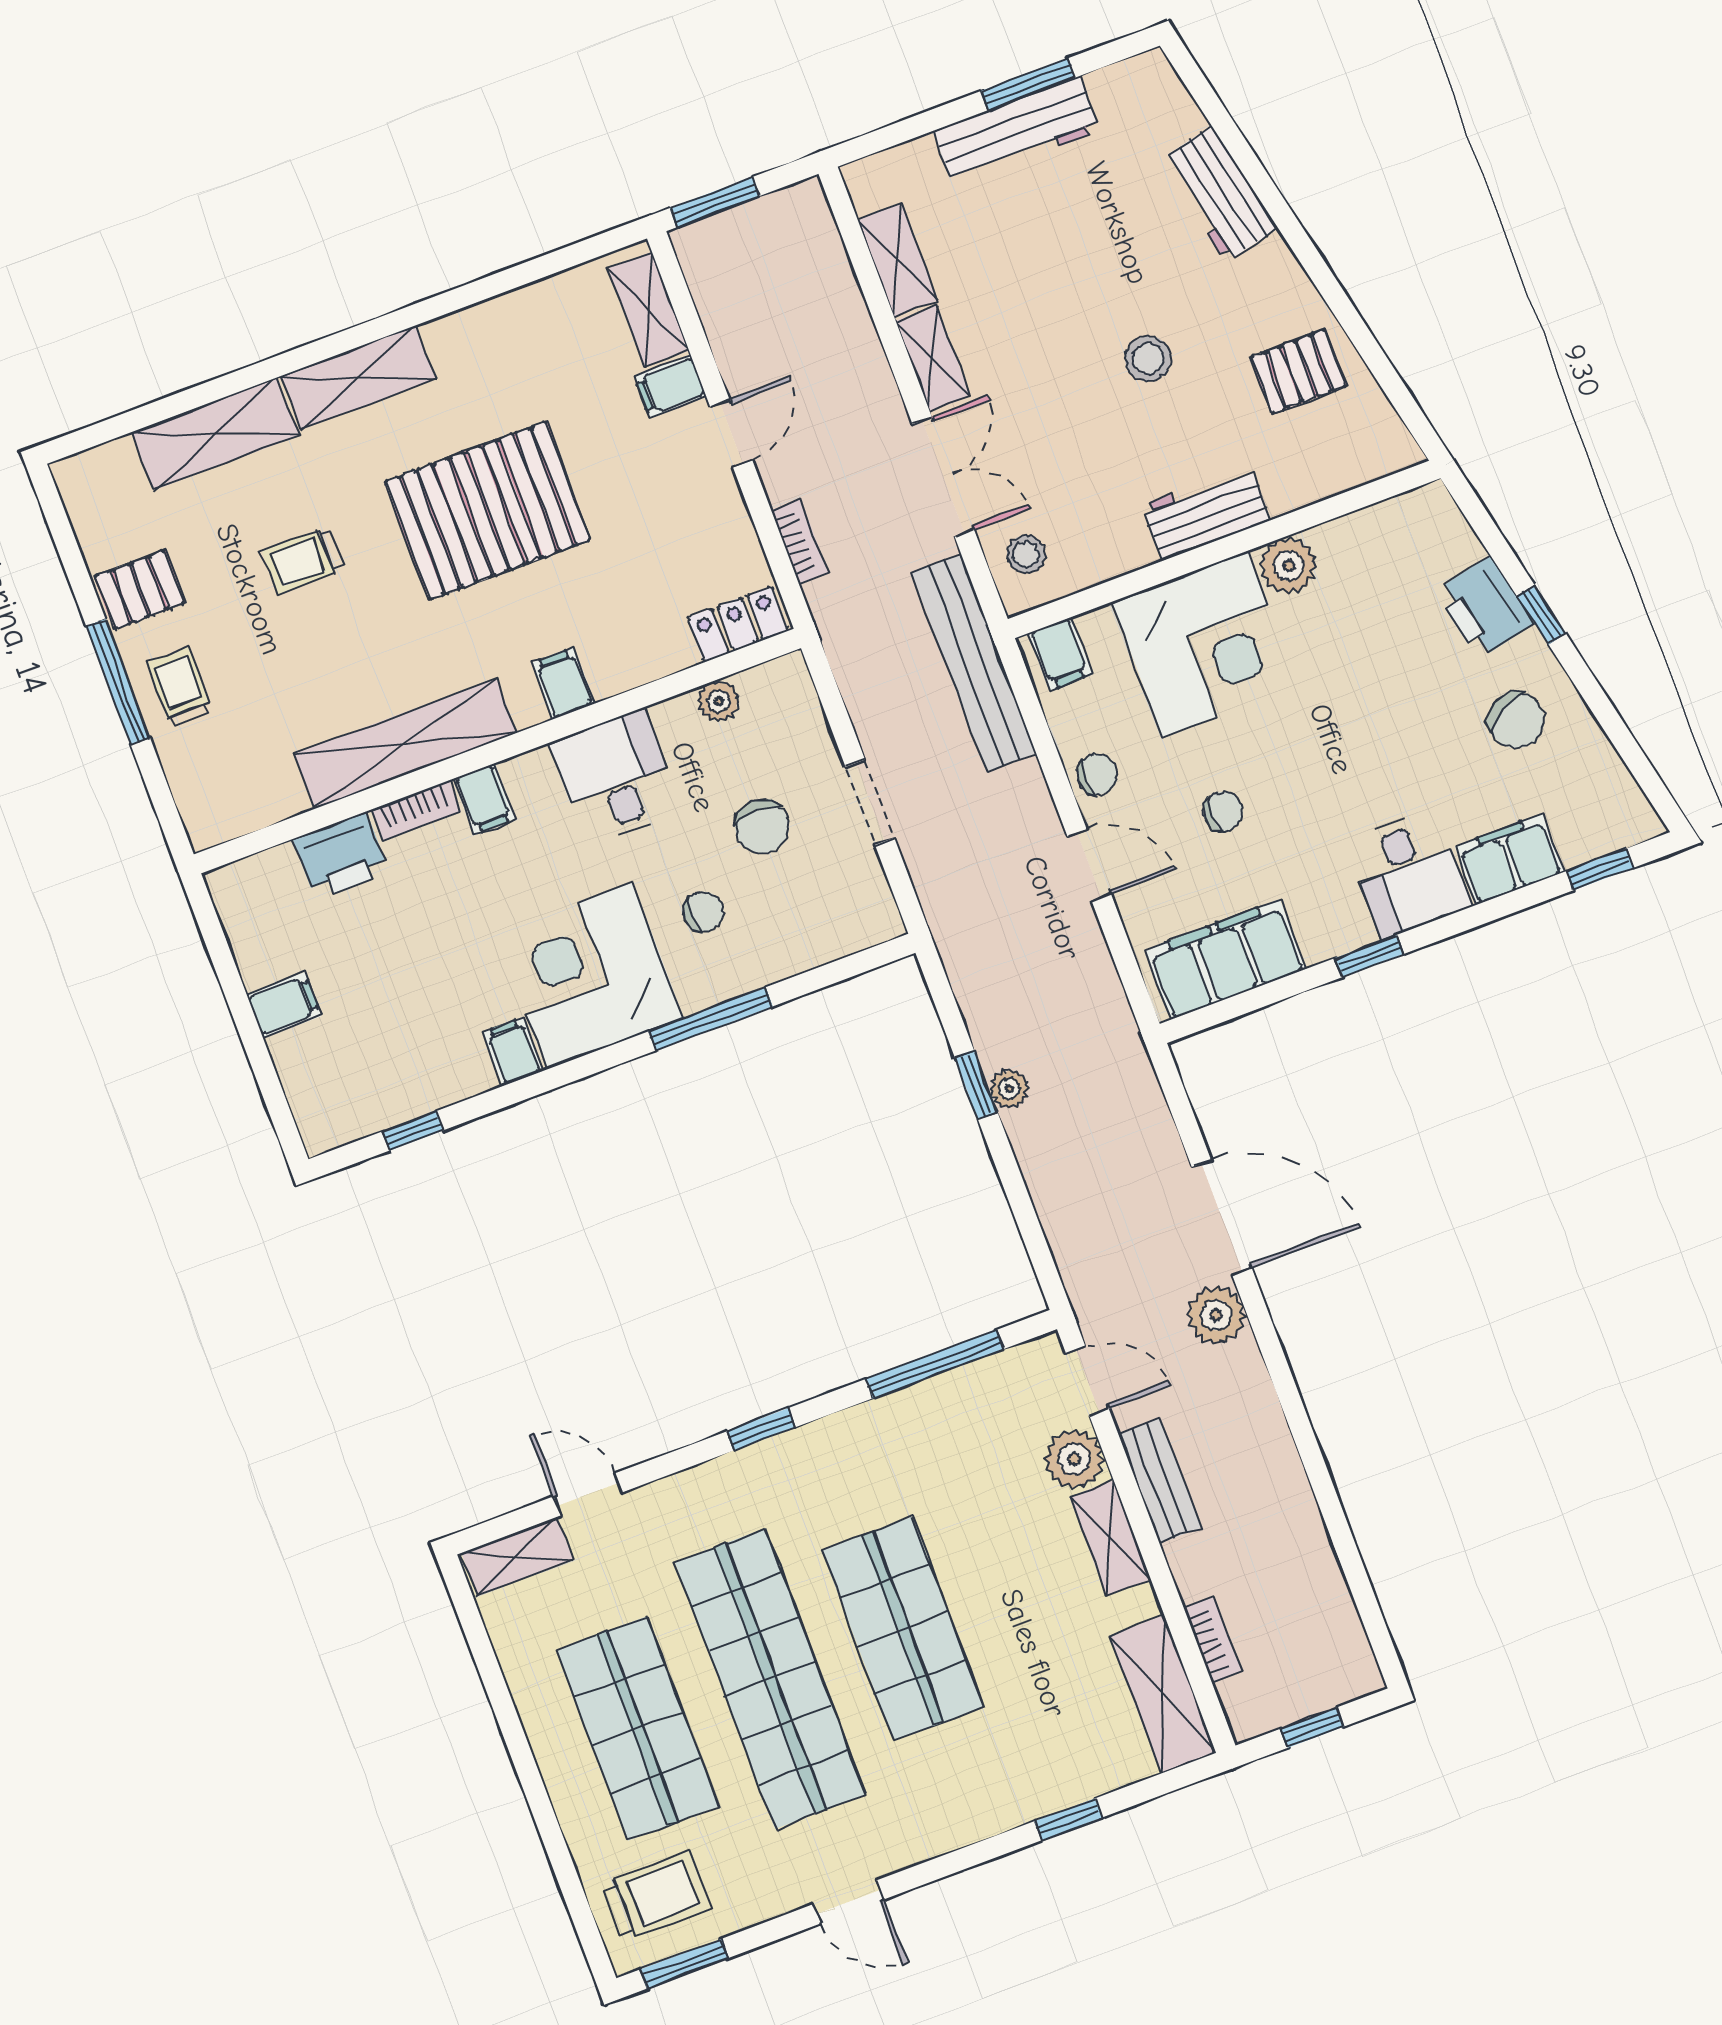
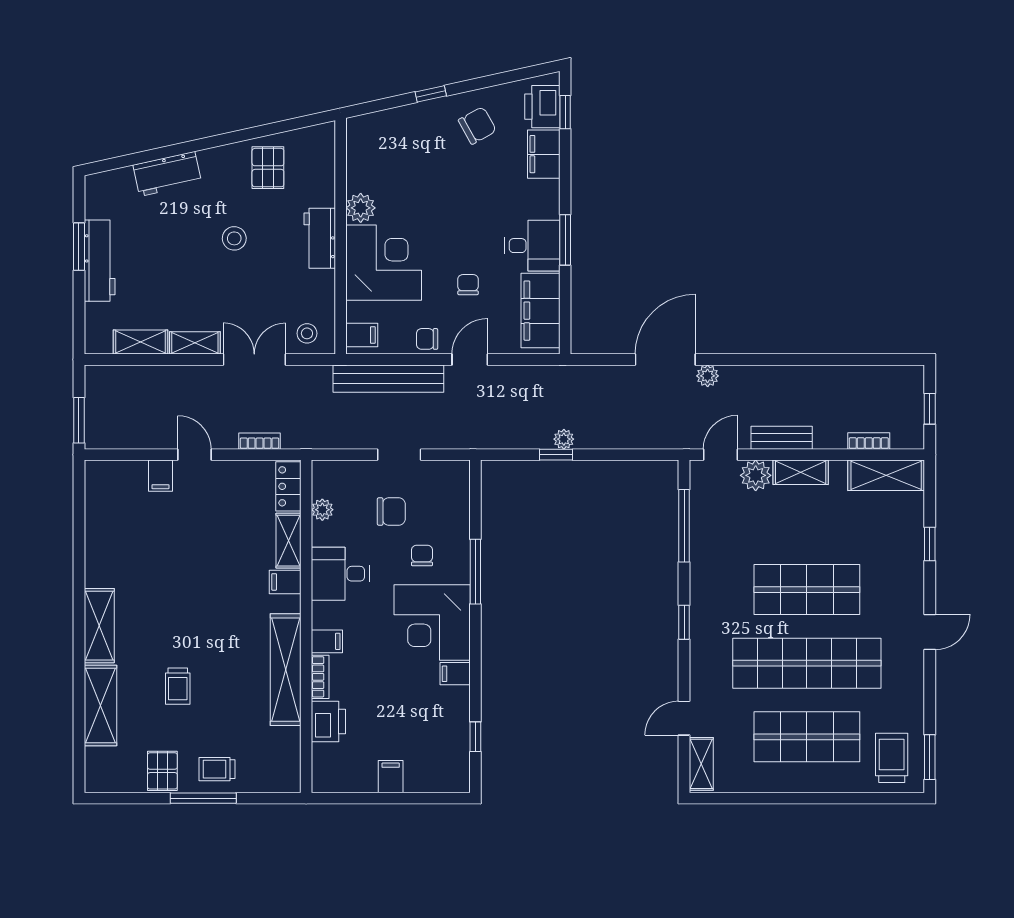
shelving: (648, 309) -> (289, 541), moved, turned 90
pallet: (487, 511) -> (188, 587), removed
printer: (1484, 607) -> (542, 107), moved, turned 102
bench: (974, 663) -> (388, 379), moved
chair: (1097, 774) -> (427, 339), turned -90
desk: (1409, 874) -> (532, 246), moved
window: (1369, 956) -> (565, 240), width x1.50
plant: (1216, 1315) -> (708, 376), width x0.73, depth x0.73
door: (849, 1902) -> (930, 632), moved

